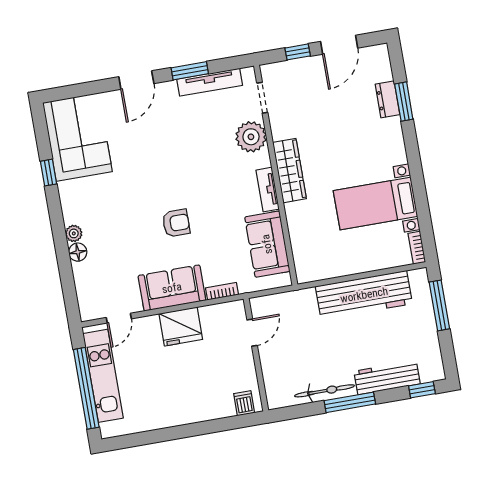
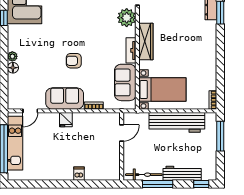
bed with nightstands: (375, 204) -> (162, 89), moved, turned 180
armchair: (176, 223) -> (74, 61), turned 180
fridge: (181, 327) -> (66, 120), width x0.53, depth x0.75
door: (252, 333) -> (122, 133), moved
wall: (256, 355) -> (122, 146), moved
dishwasher: (244, 403) -> (79, 174), moved

